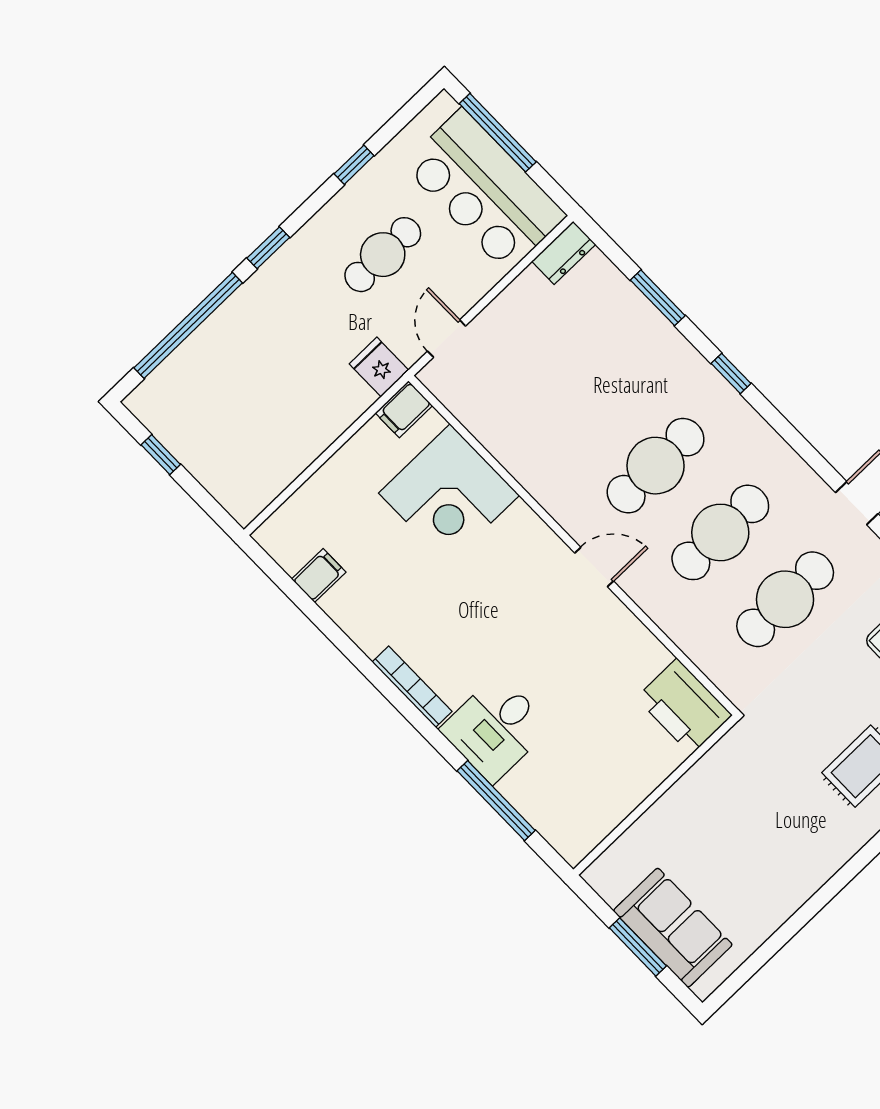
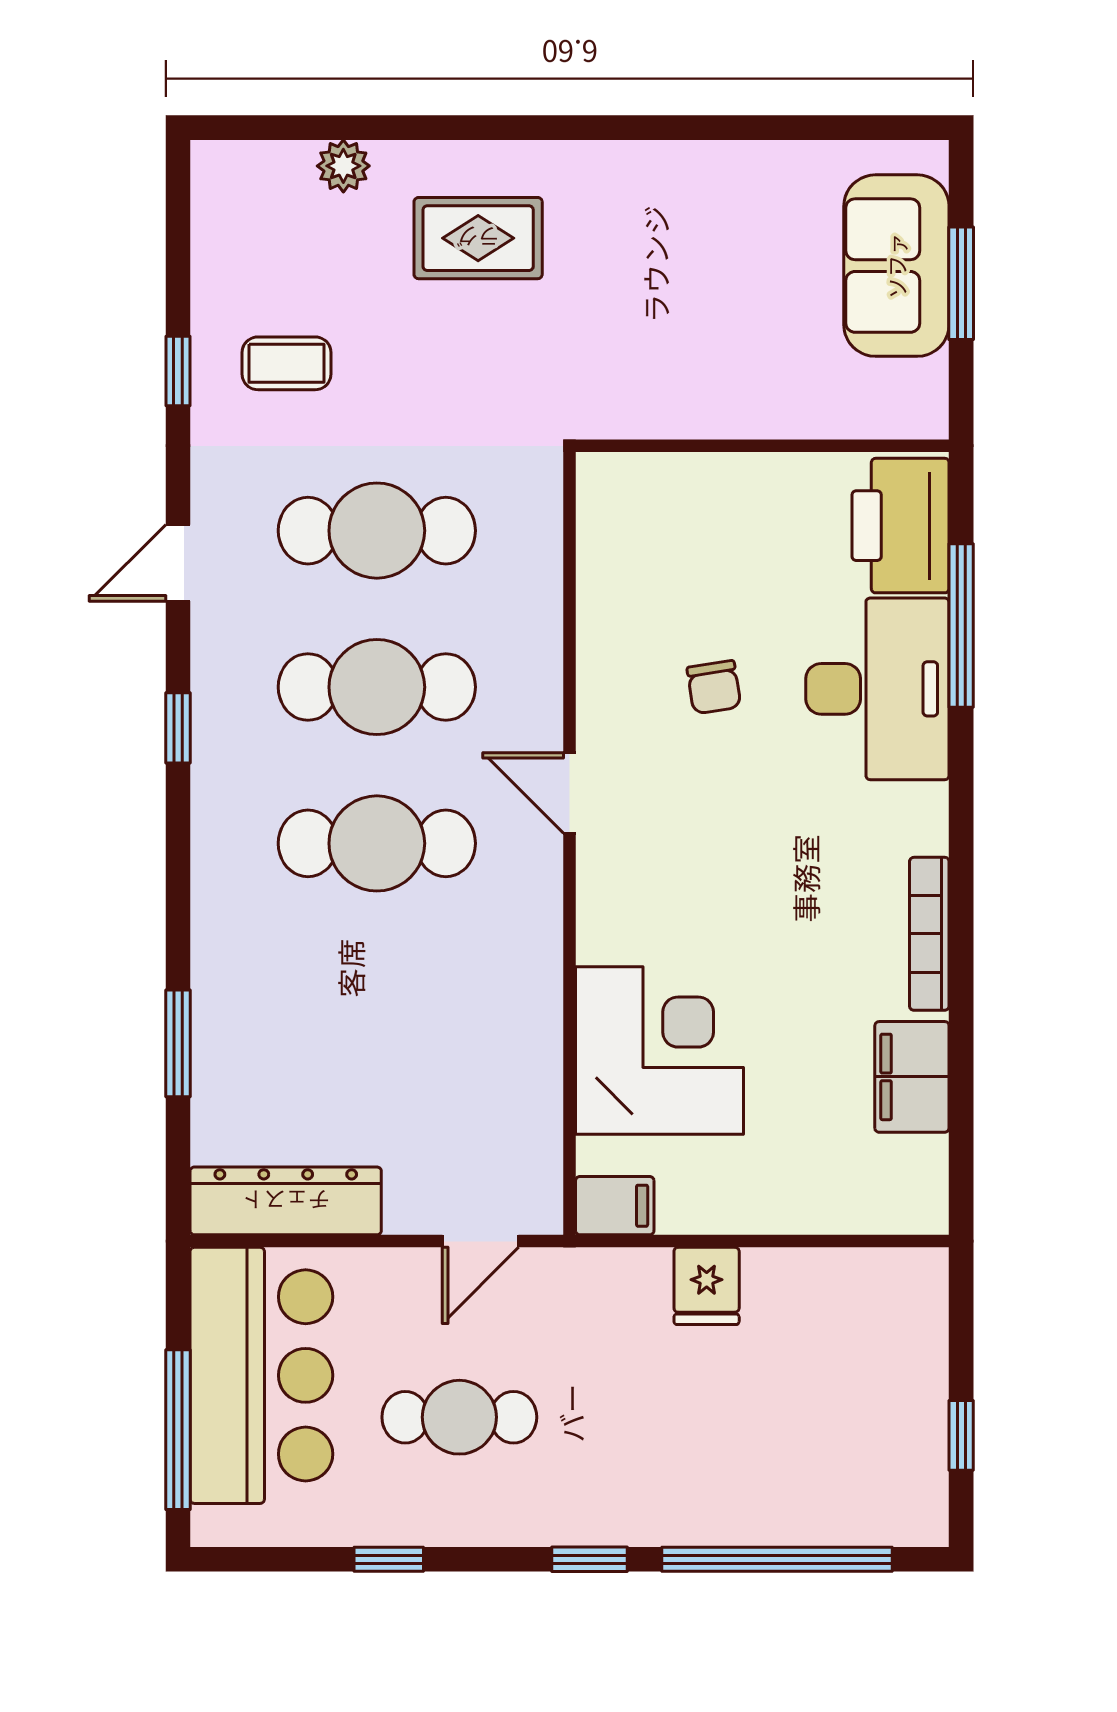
dresser: (564, 253) -> (286, 1201), width x1.96, depth x1.24
fridge: (379, 367) -> (707, 1286), moved
window: (731, 373) -> (178, 728), moved
filing cabinet: (319, 576) -> (912, 1077), width x2.00
chair: (576, 672) -> (714, 687), added
bookcase: (412, 687) -> (929, 934), moved
printer: (684, 707) -> (901, 526), moved, turned 180
desk: (495, 728) -> (877, 689), width x1.37

